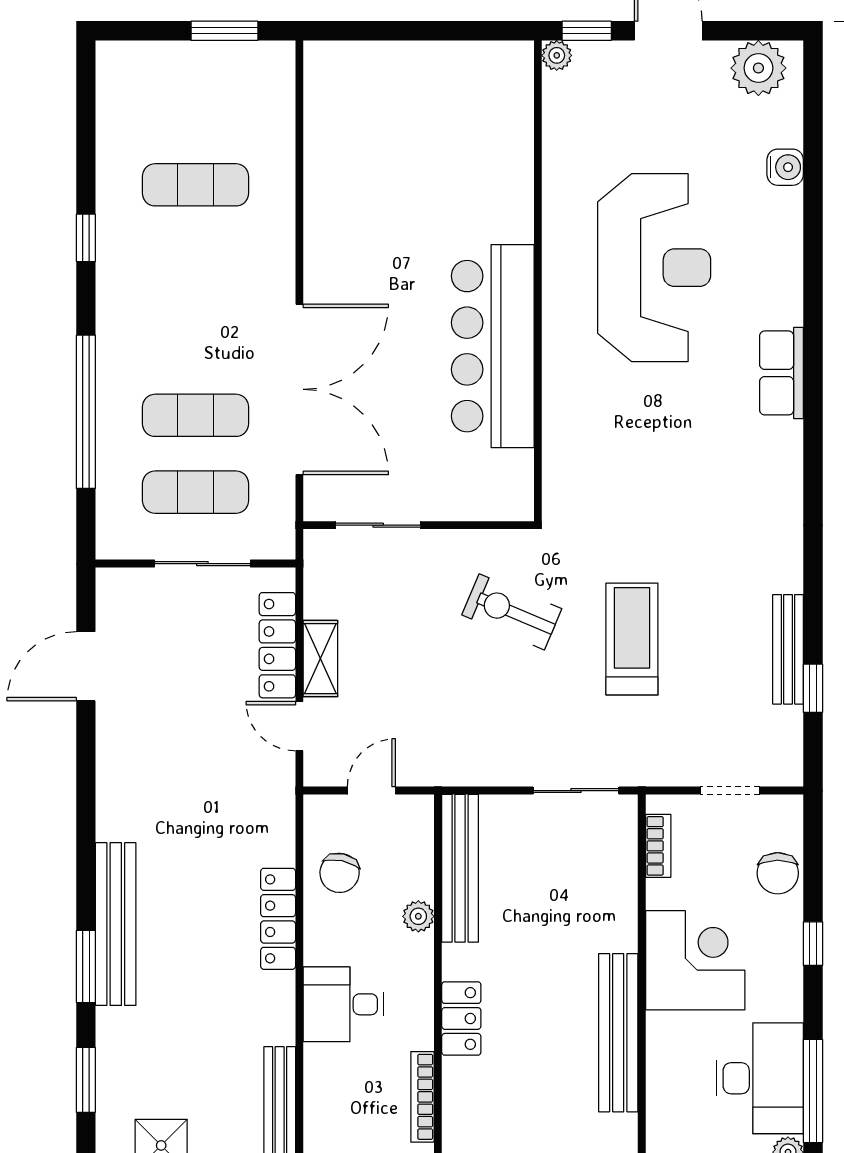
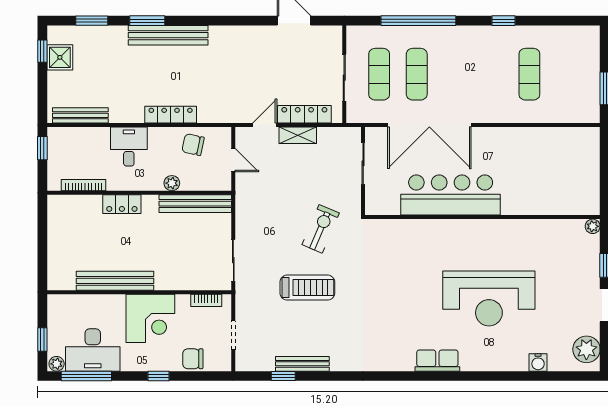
plant: (557, 55) -> (593, 226), moved
wall: (538, 281) -> (482, 217), moved
bar counter: (493, 346) -> (451, 195), moved

